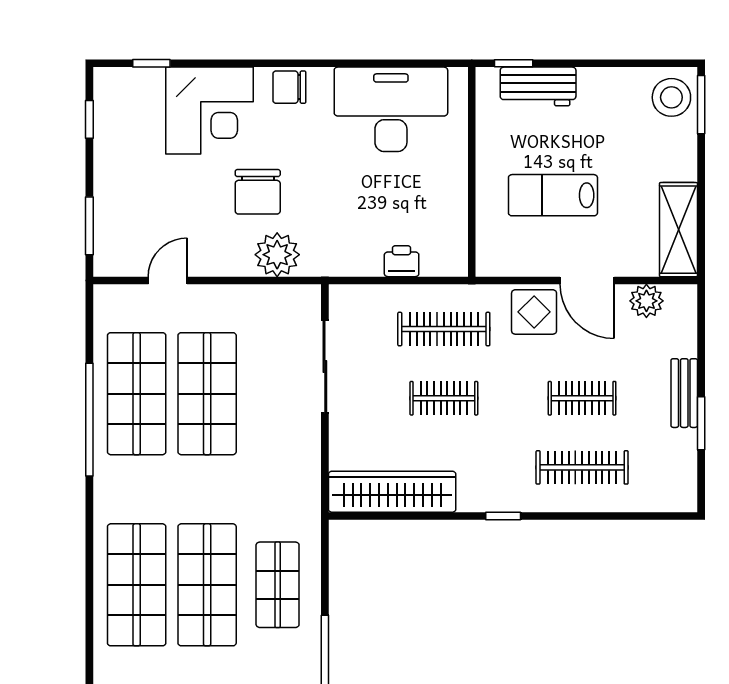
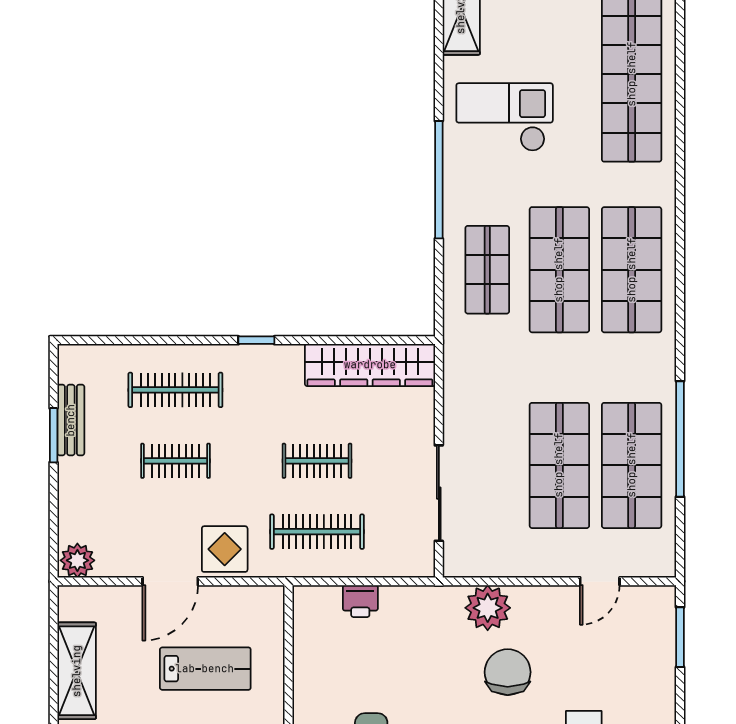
shelving: (679, 230) -> (77, 671), moved
door: (587, 280) -> (170, 581), swing flipped
plant: (646, 301) -> (77, 560), moved
bench: (684, 393) -> (71, 420), moved

